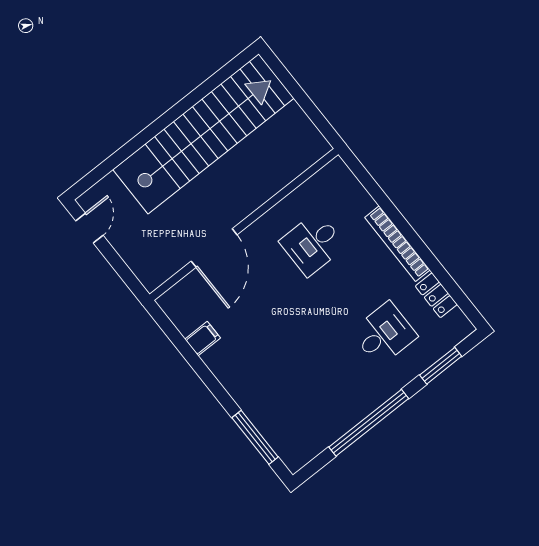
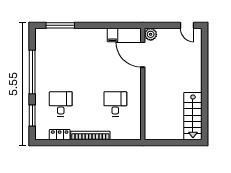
stairs: (203, 134) -> (193, 116), width x0.54, depth x0.66
door: (214, 248) -> (143, 55), moved
plant: (152, 276) -> (151, 34), added
desk: (384, 334) -> (61, 104), turned 180

